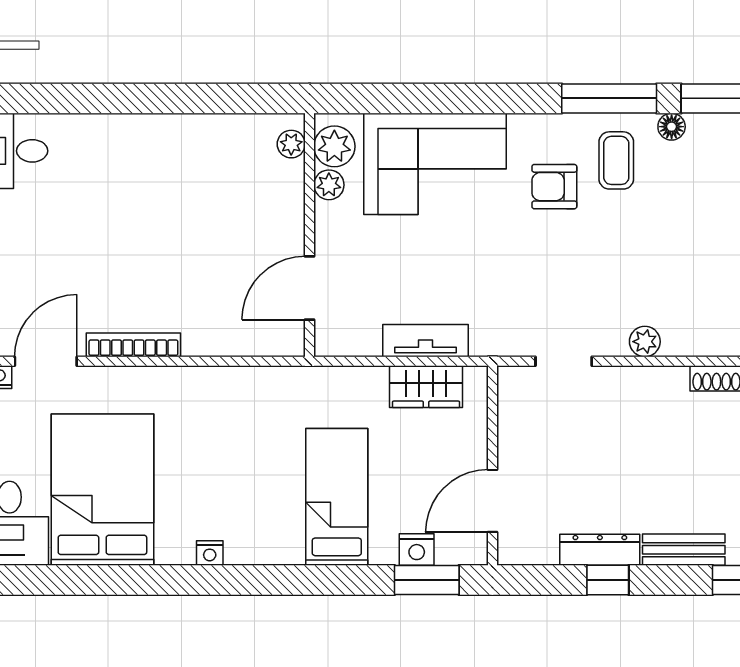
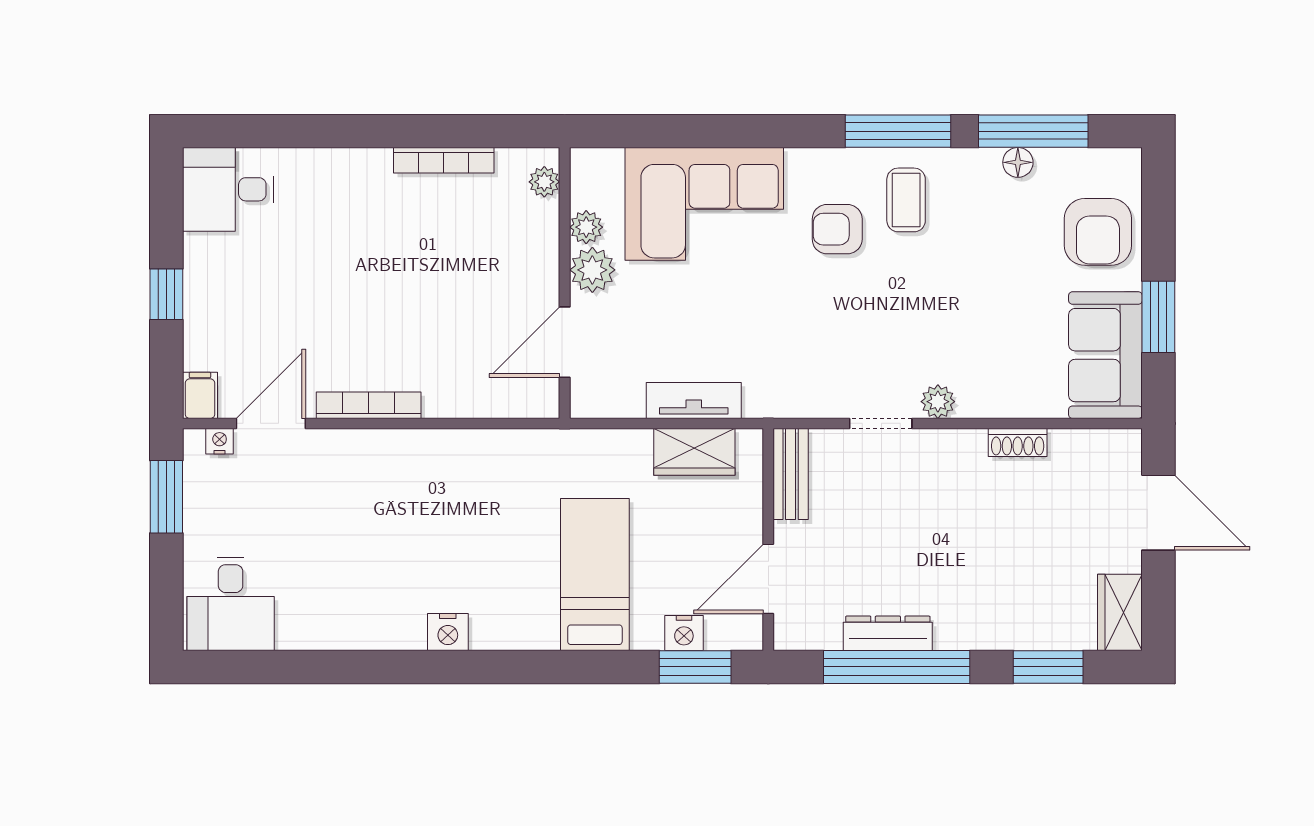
bookcase: (201, 125) -> (444, 160), added
floor lamp: (672, 127) -> (1018, 162), moved
plant: (334, 146) -> (592, 270), moved
doorway: (564, 361) -> (881, 423), moved
bed: (102, 490) -> (334, 566), removed
bench: (684, 550) -> (791, 474), moved, turned 90
nightstand: (210, 553) -> (448, 632), width x1.39, depth x1.35
window: (608, 580) -> (897, 667), width x3.17

